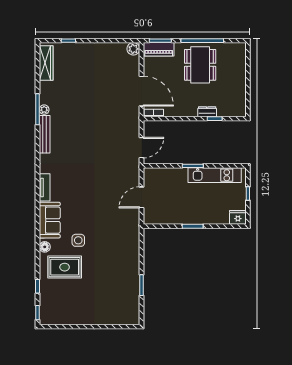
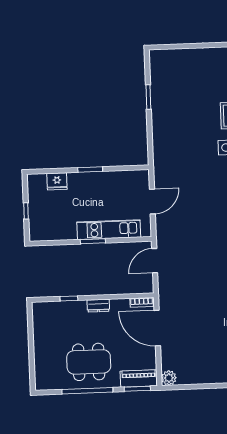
dining table: (200, 65) -> (89, 362), turned 90
dresser: (207, 112) -> (98, 306), moved
kitchen unit: (215, 175) -> (109, 230), moved
fridge: (238, 217) -> (57, 181), moved

